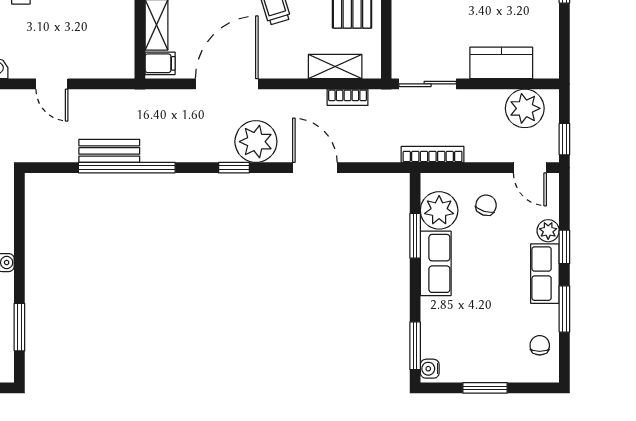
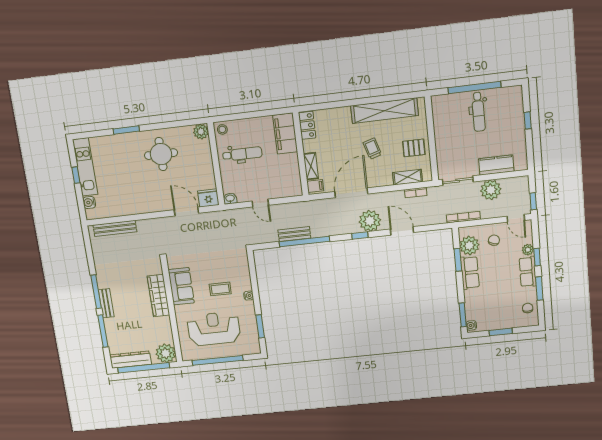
plant: (525, 108) -> (491, 190), moved

